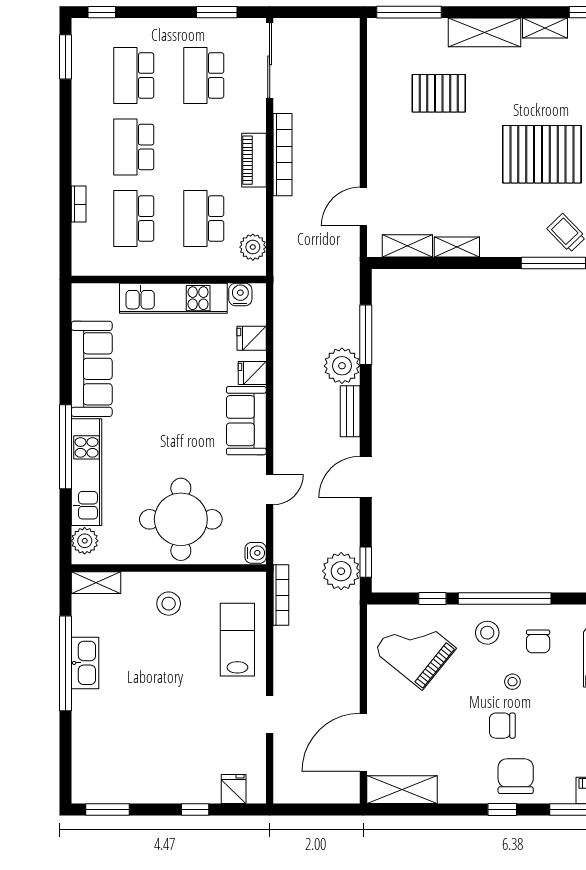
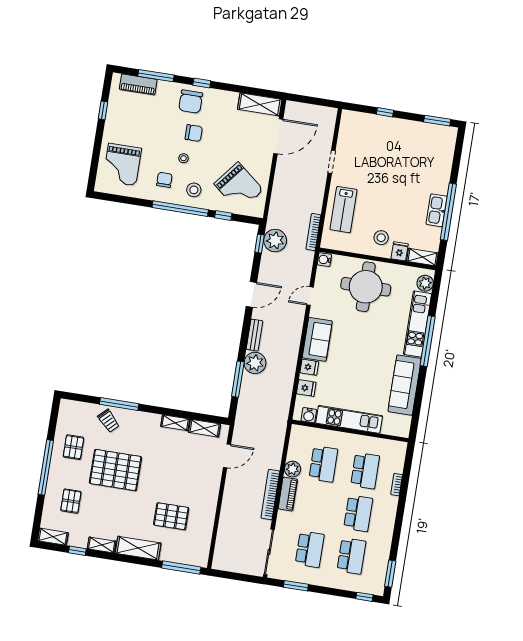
plant: (253, 247) -> (293, 469), moved
fridge: (234, 789) -> (400, 251), moved, turned 180

